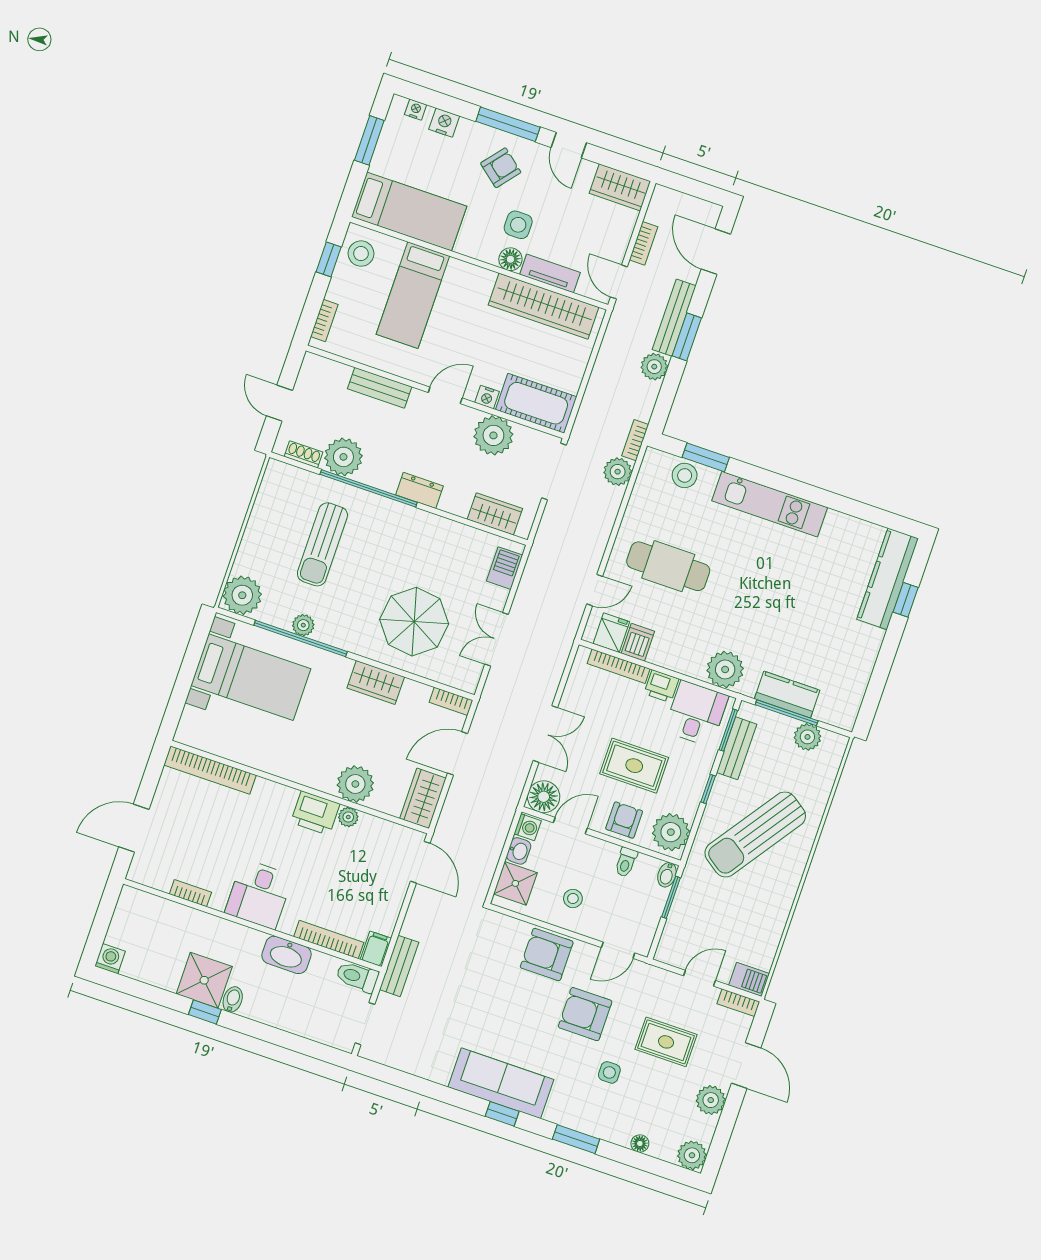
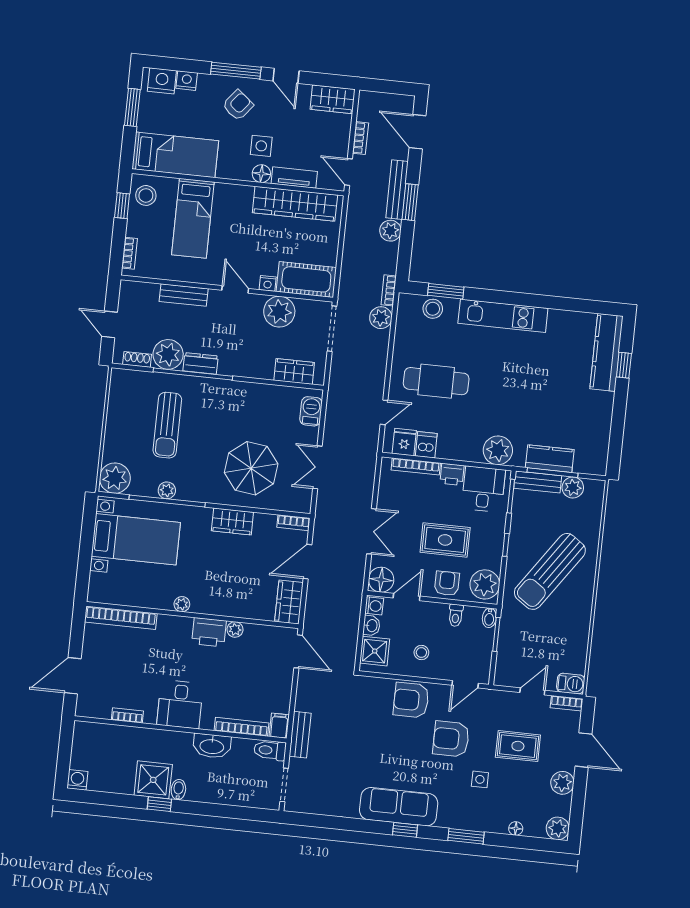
nightstand: (416, 110) -> (162, 81), width x1.89, depth x1.79
door: (445, 395) -> (235, 289), hinge flipped
dresser: (419, 490) -> (201, 363), moved
bench: (737, 748) -> (538, 482), moved, turned 90
plant: (355, 784) -> (182, 604), moved, width x0.53, depth x0.53

